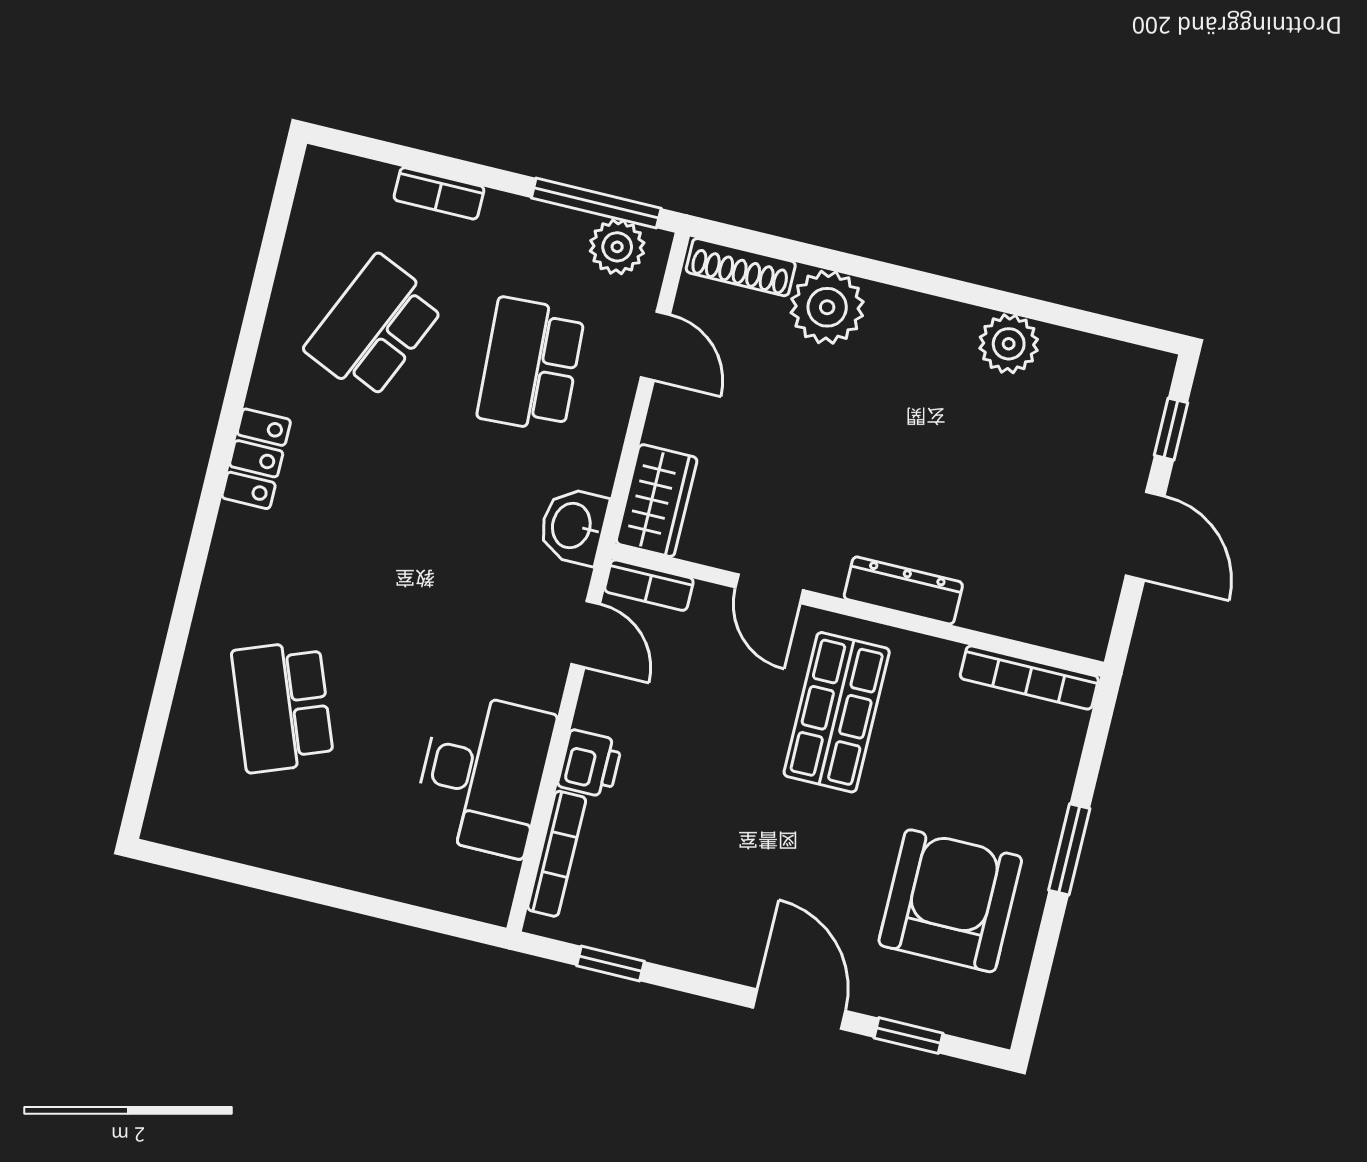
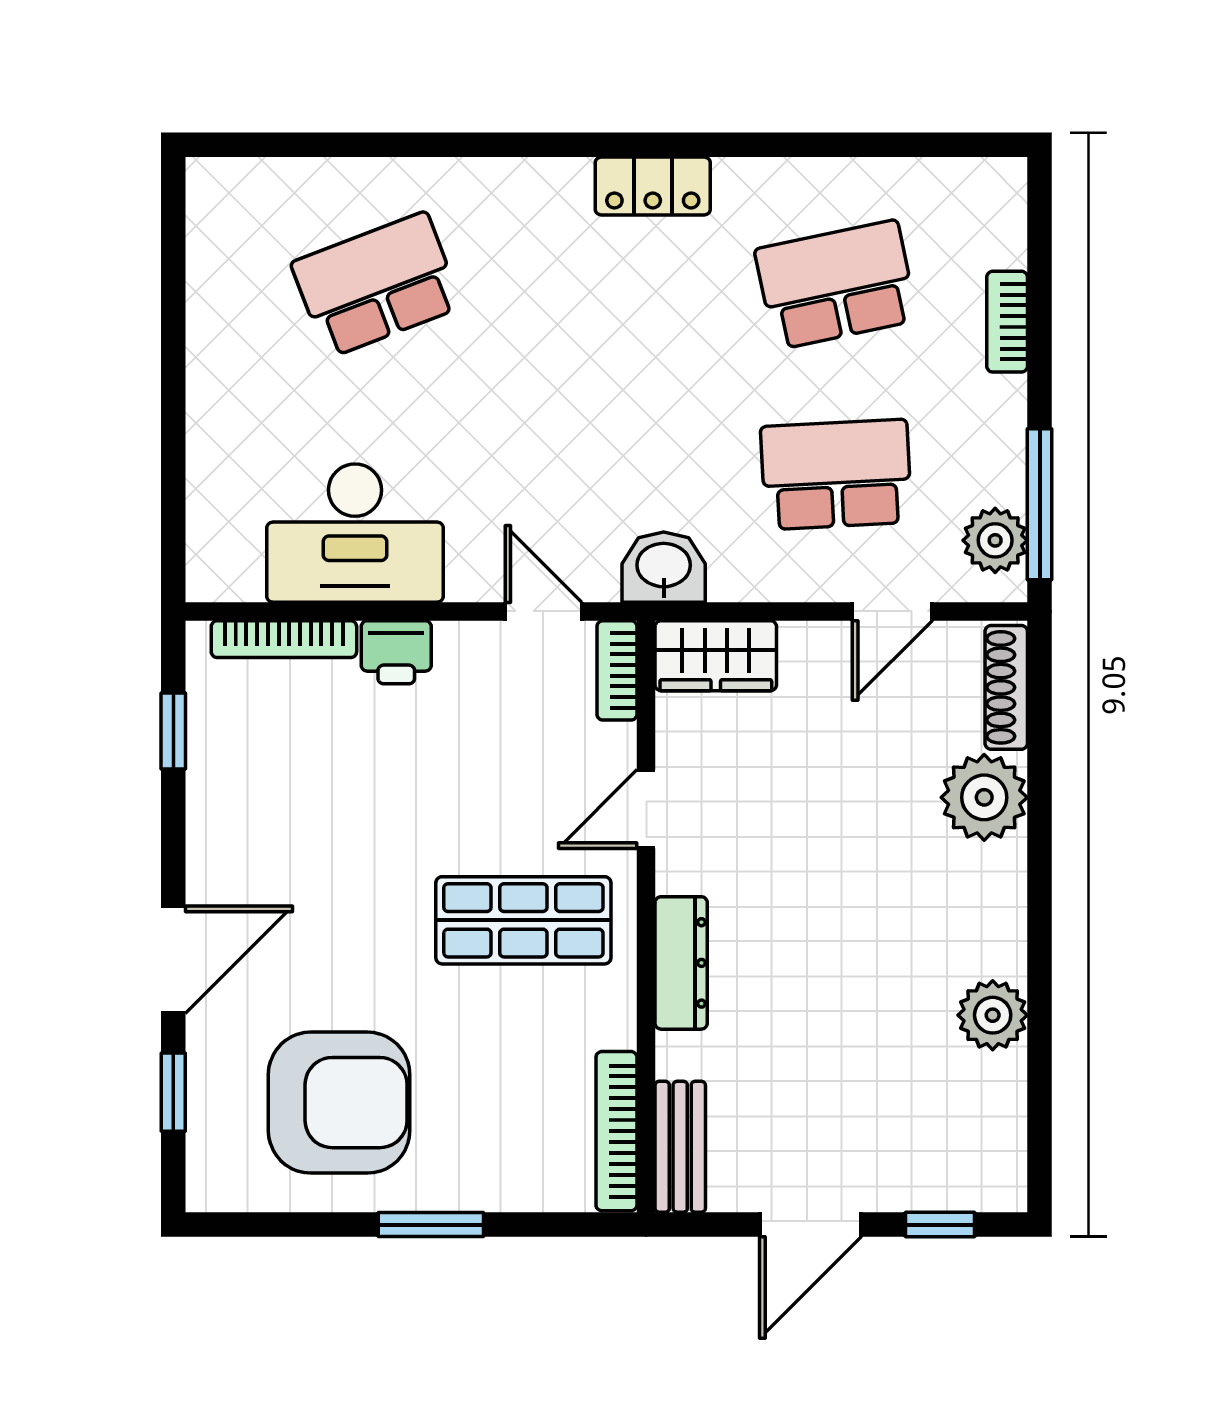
school desk: (374, 327) -> (836, 285), turned -36
bench: (1055, 628) -> (680, 1147), added
door: (586, 634) -> (543, 611), swing flipped

